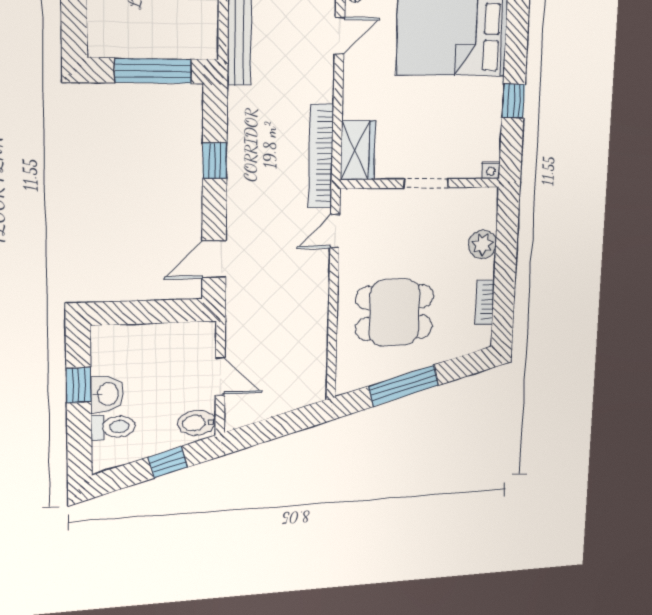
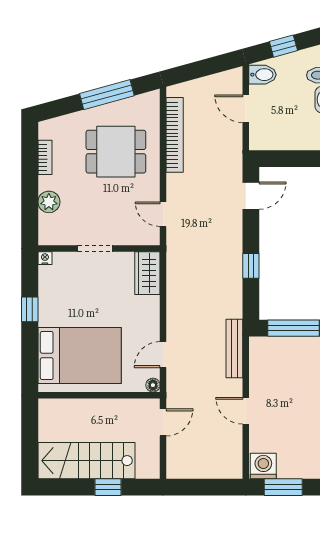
bookcase: (321, 156) -> (175, 135), moved
door: (335, 231) -> (163, 214), swing flipped

